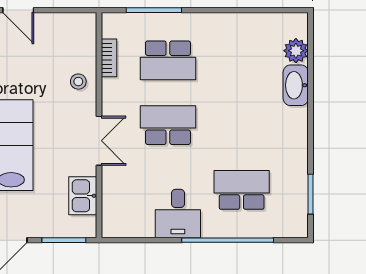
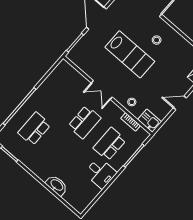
plant: (296, 51) -> (70, 197), removed
school desk: (242, 190) -> (34, 129), turned 180
kitchen sink: (83, 196) -> (150, 121), moved
desk: (178, 213) -> (101, 173), moved, turned 180

